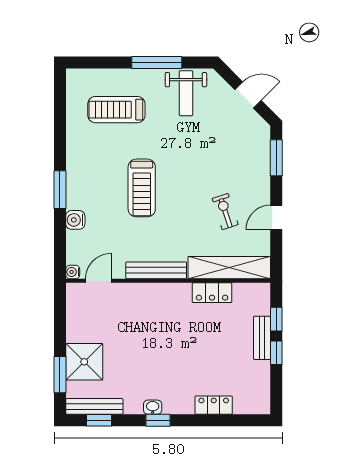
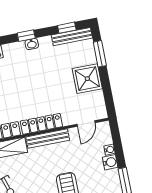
water cooler: (73, 272) -> (109, 150), moved
locker: (161, 293) -> (41, 124), added
shower: (84, 362) -> (87, 79), moved

